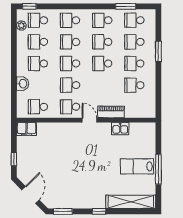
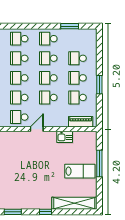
school desk: (134, 20) -> (48, 97), moved
window: (158, 51) -> (99, 85), moved
piano: (111, 112) -> (81, 122), moved
door: (89, 120) -> (37, 129), hinge flipped
lab bench: (137, 166) -> (80, 171), turned 180
window: (158, 169) -> (99, 163), moved

